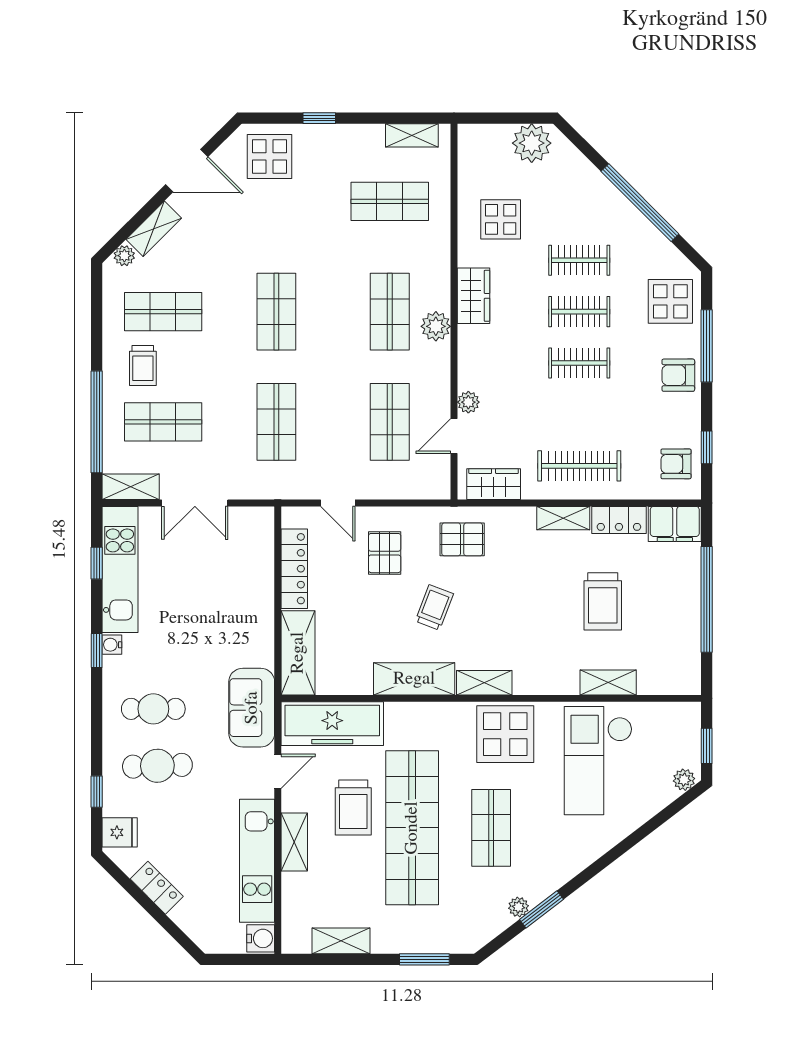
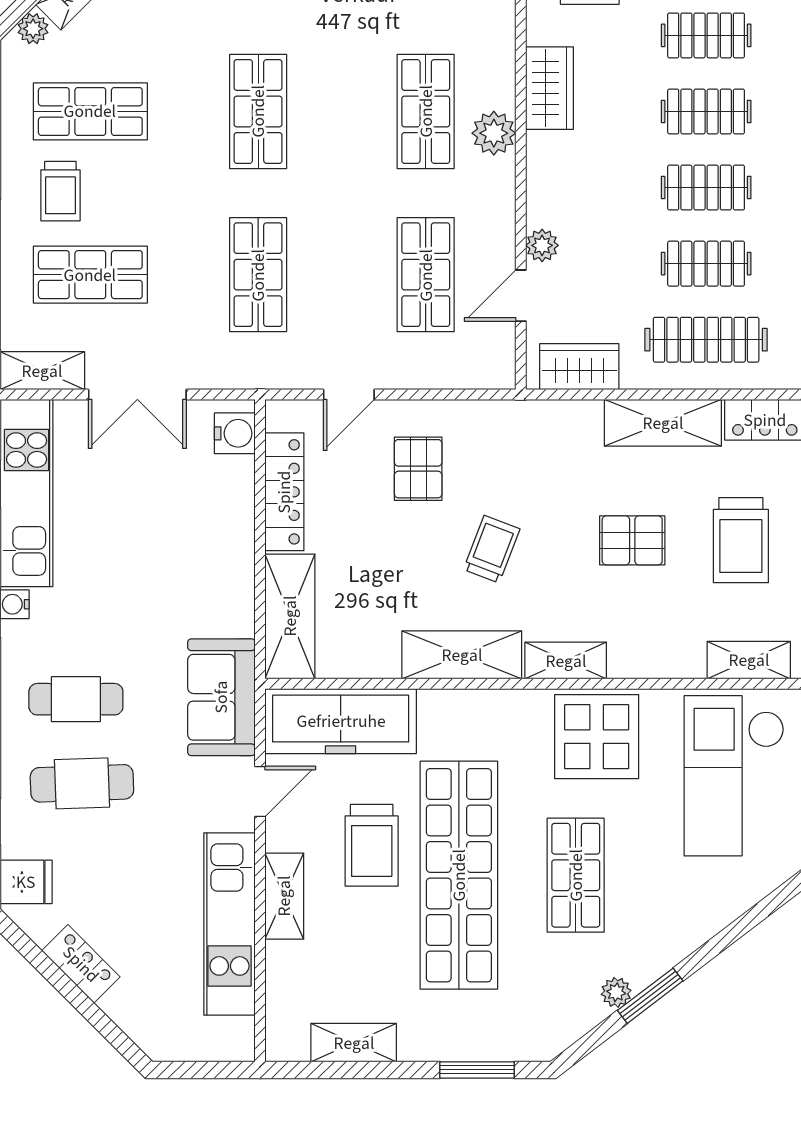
clothes rail: (579, 414) -> (706, 264), added
door: (338, 503) -> (349, 395), hinge flipped
shelving: (563, 518) -> (663, 423), width x1.50, depth x1.33
pallet: (462, 539) -> (632, 540), moved
water cooler: (261, 938) -> (235, 433), moved

